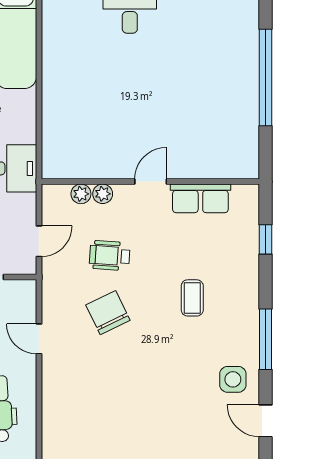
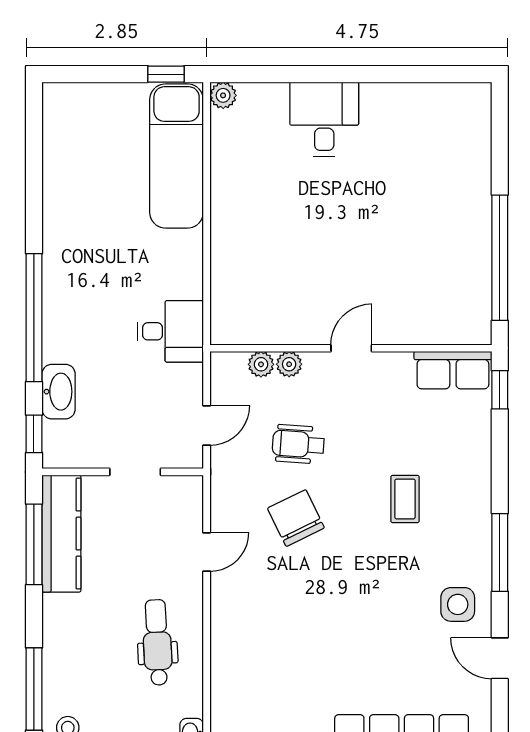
window: (265, 77) -> (500, 258), moved
row of seats: (200, 198) -> (453, 370), moved
window: (265, 239) -> (500, 390), moved
door: (39, 339) -> (207, 552), swing flipped

